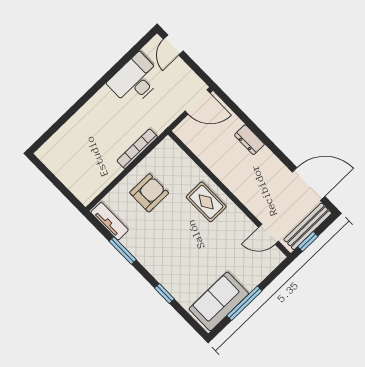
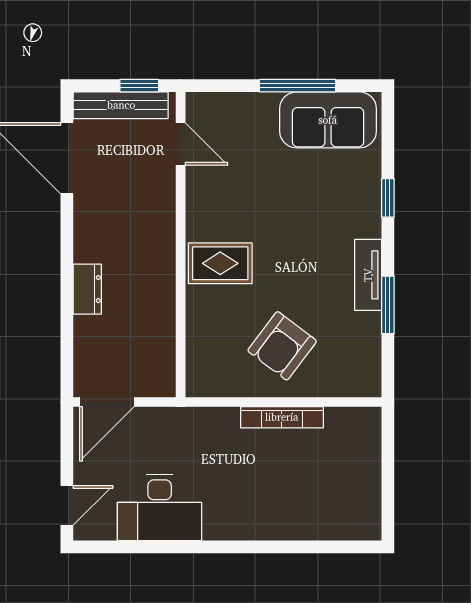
door: (198, 102) -> (107, 402), swing flipped
bookcase: (137, 149) -> (282, 417), moved
armchair: (149, 193) -> (282, 346), turned -53
rug: (206, 202) -> (220, 263), turned 90
tv unit: (110, 221) -> (368, 275), moved

